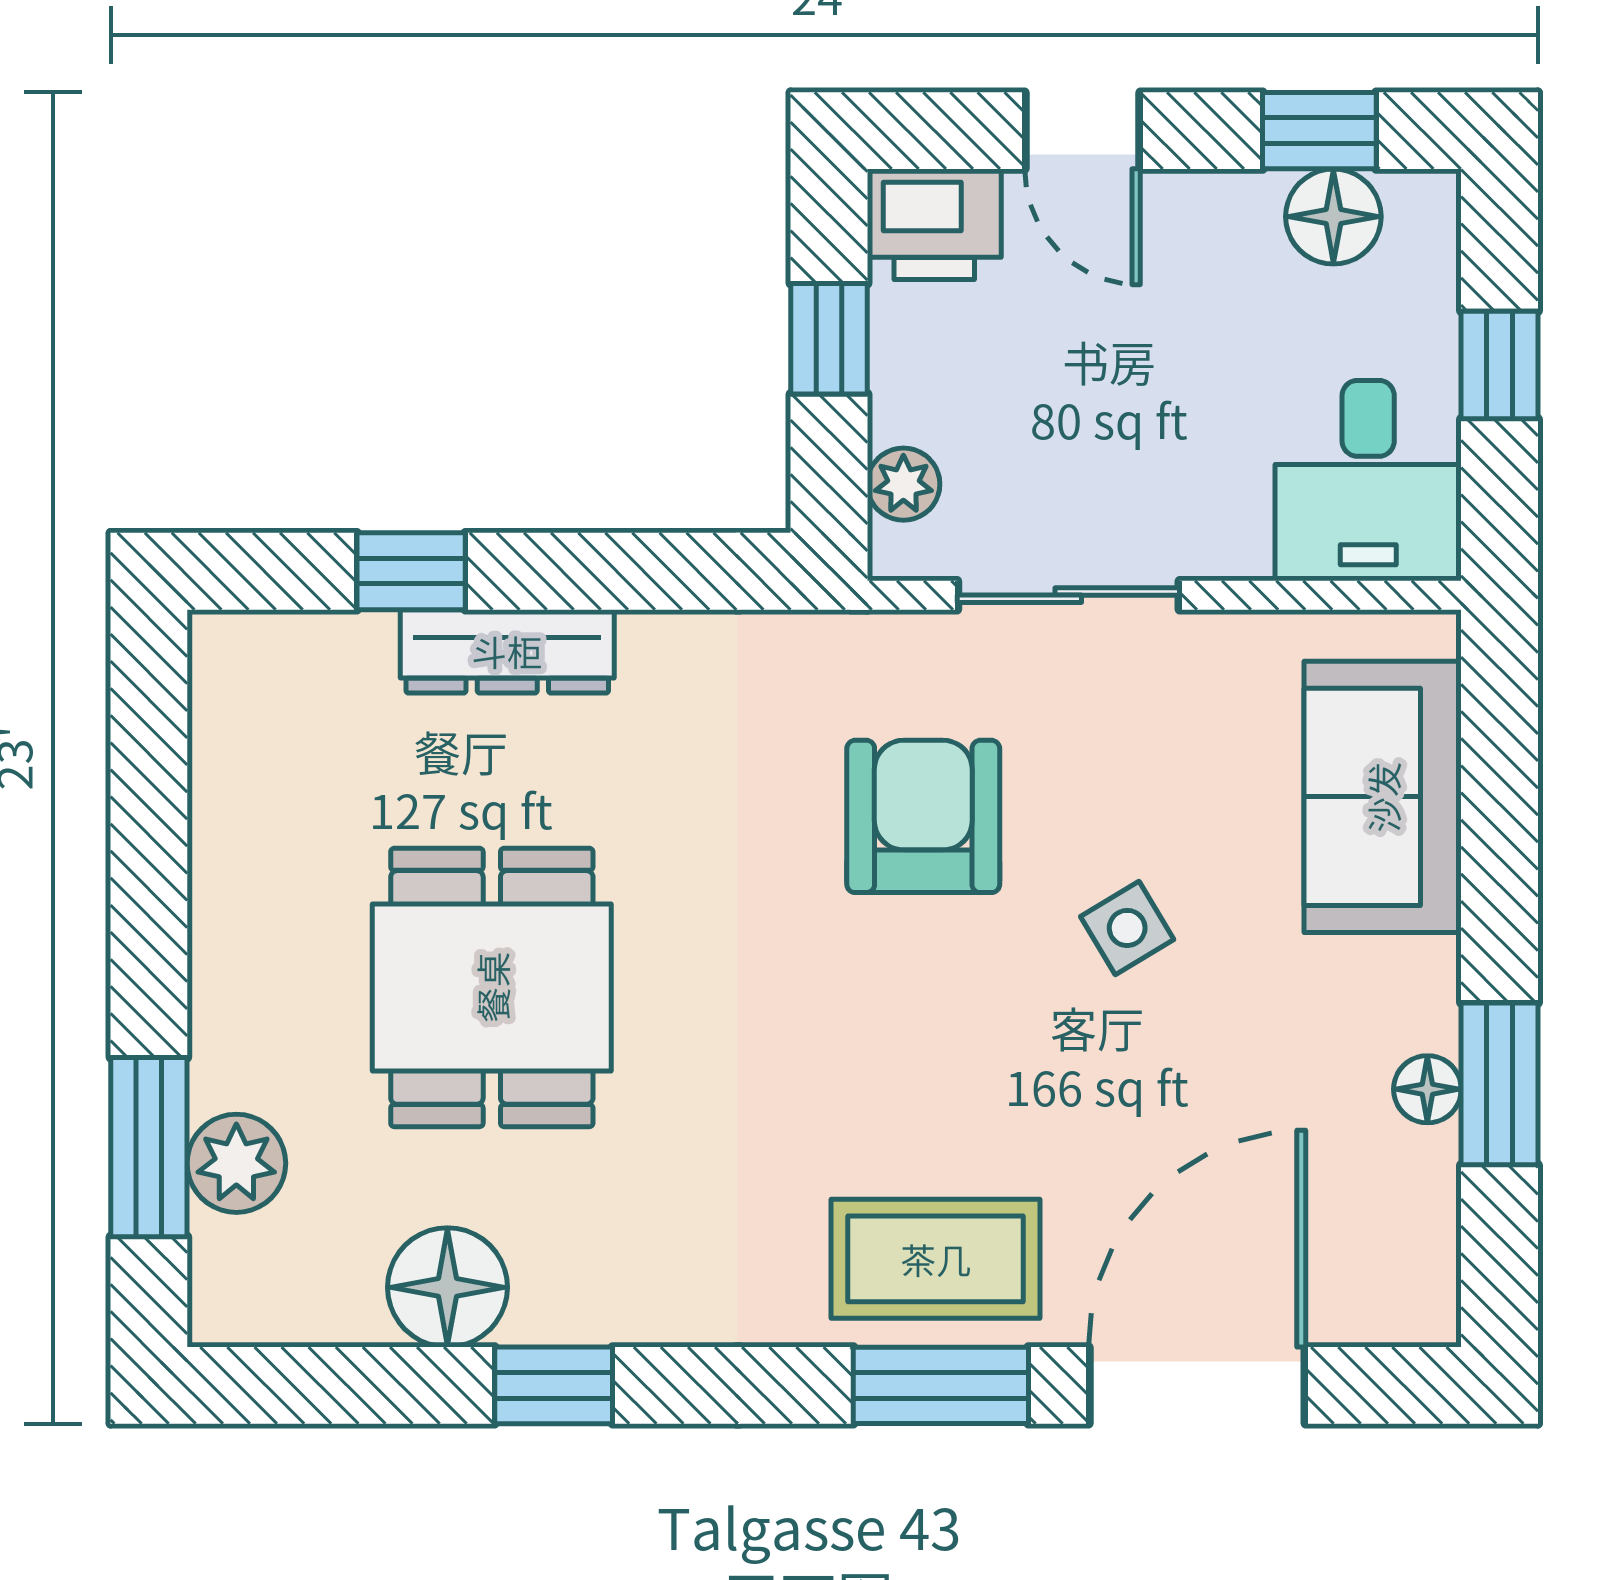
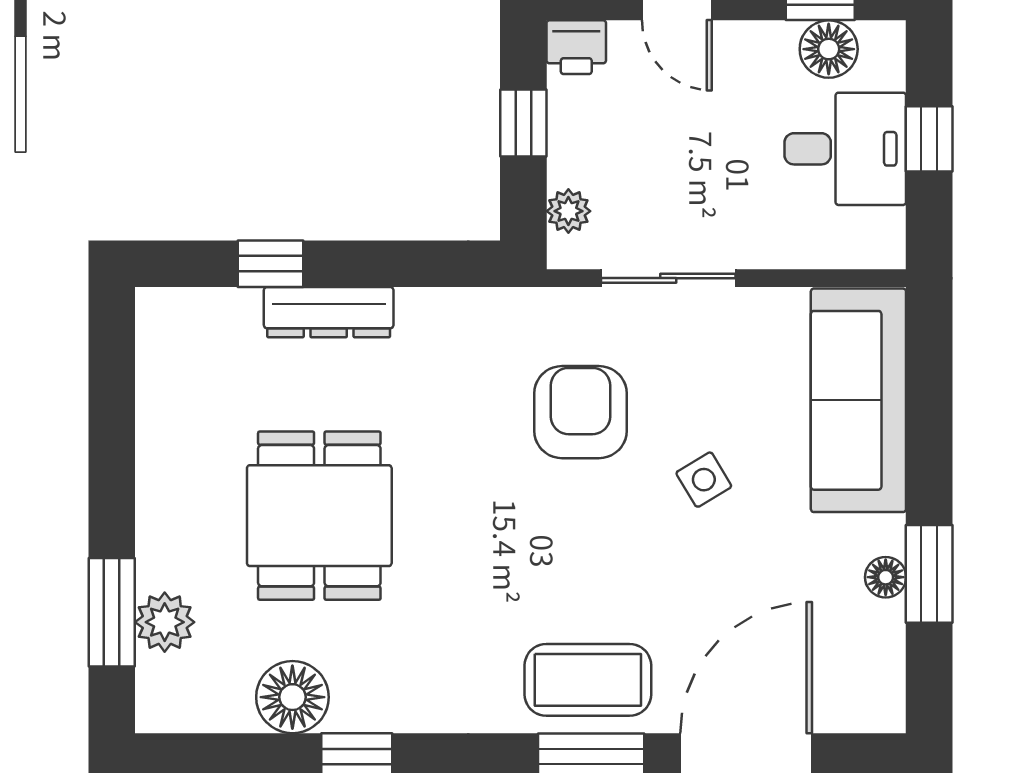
printer: (934, 224) -> (576, 47), width x0.73, depth x0.81
desk: (1368, 481) -> (845, 149), moved, turned -90
sofa: (1383, 797) -> (858, 400), width x1.36

